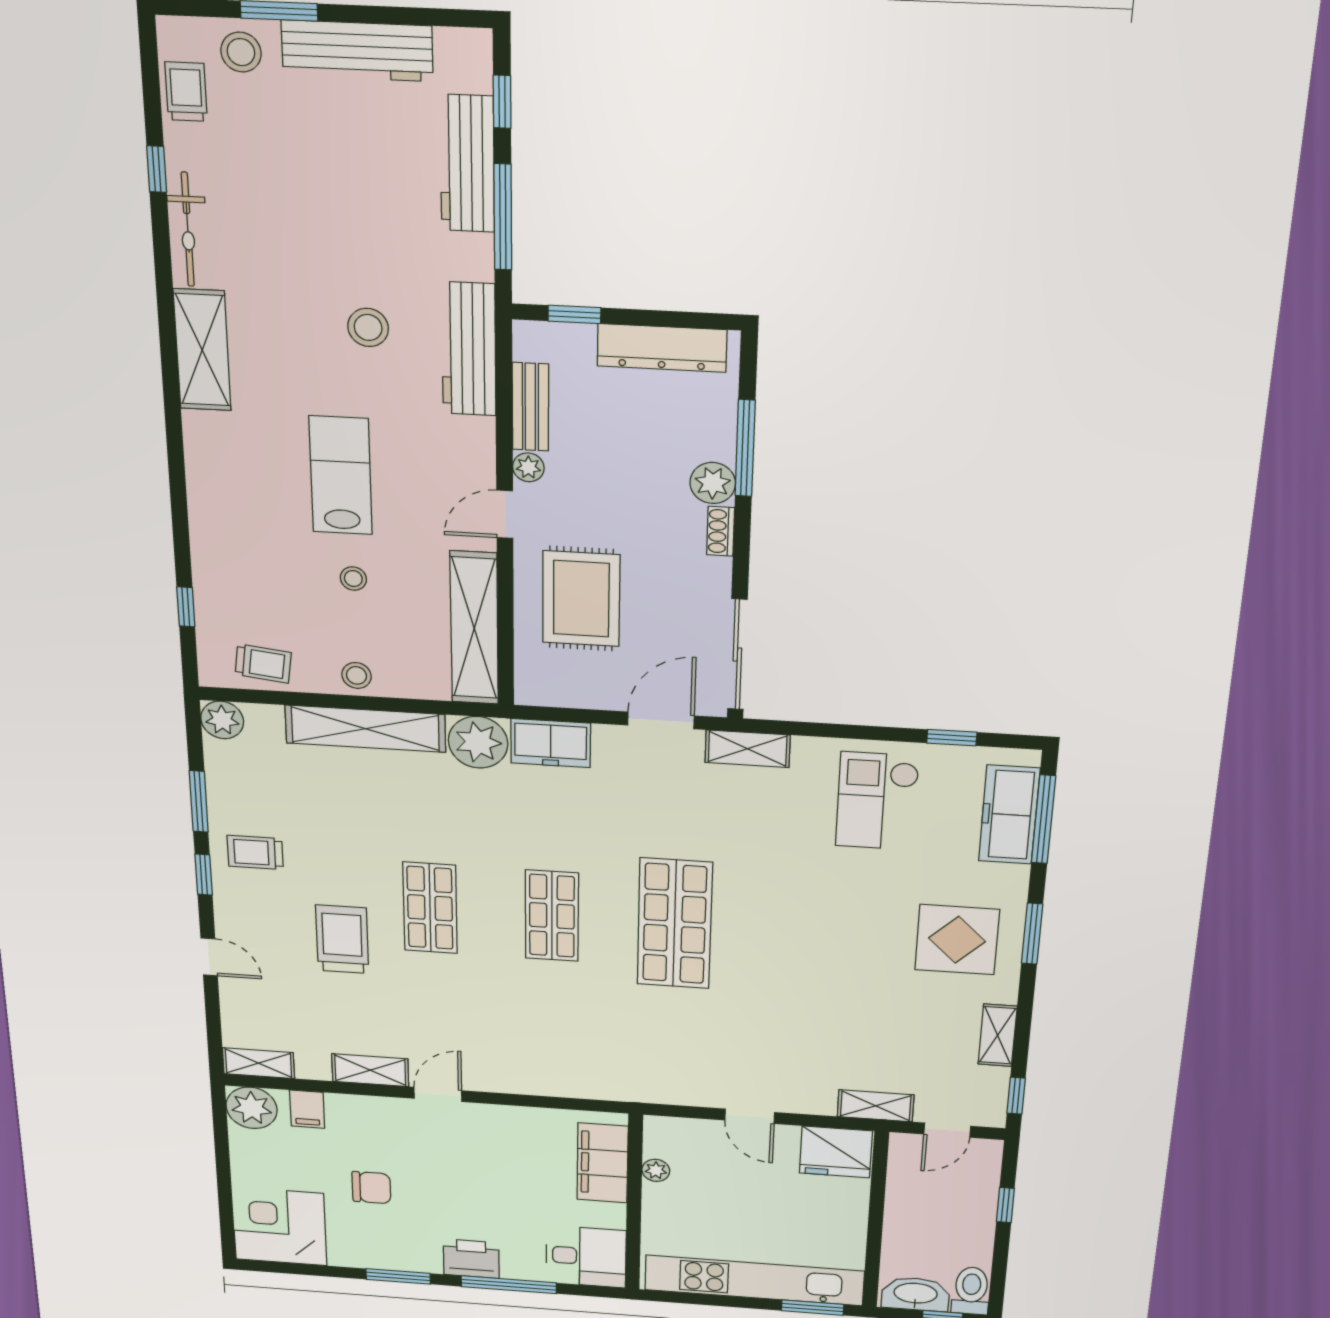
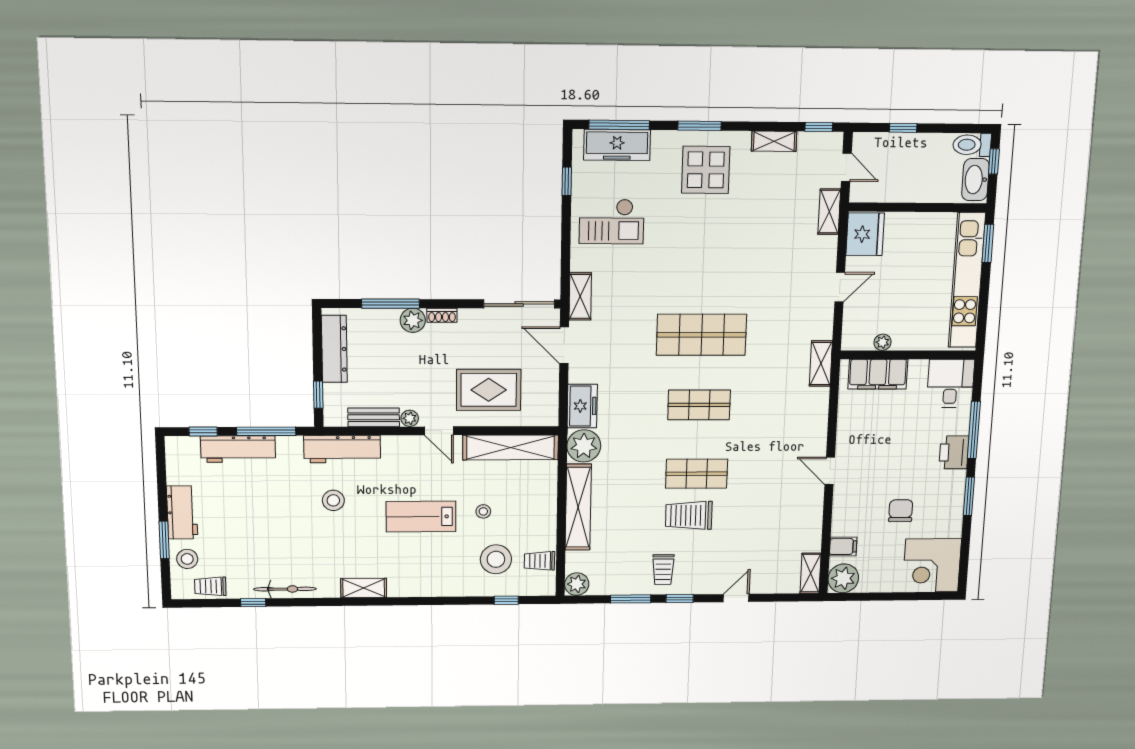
workbench: (357, 51) -> (182, 512), width x0.73
shelving: (202, 350) -> (364, 588), width x0.67, depth x0.75
trolley: (263, 664) -> (539, 561), turned -97
stool: (357, 675) -> (496, 559), moved, width x1.89, depth x1.89
trolley: (342, 939) -> (689, 515), moved
shelving: (370, 1070) -> (821, 363), moved

